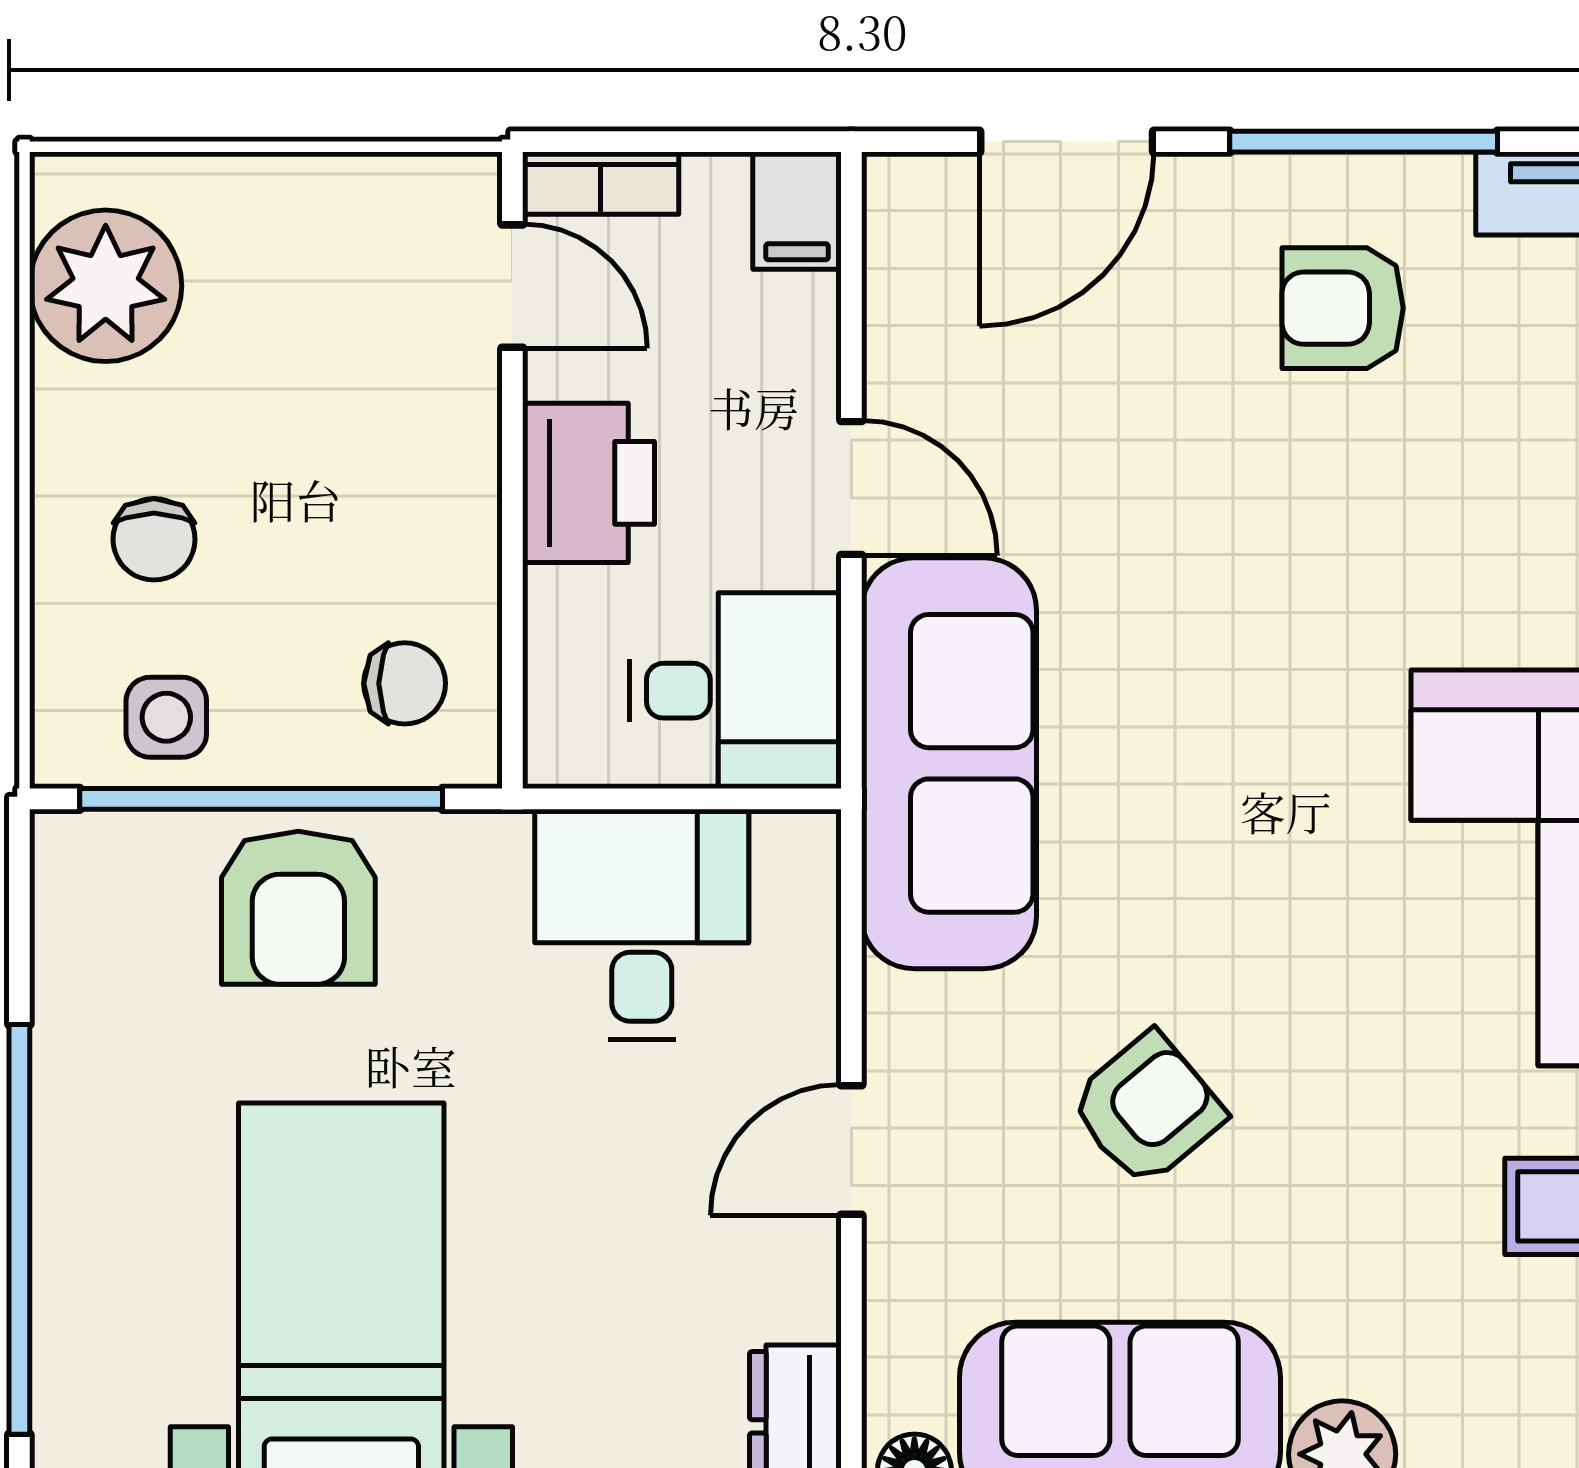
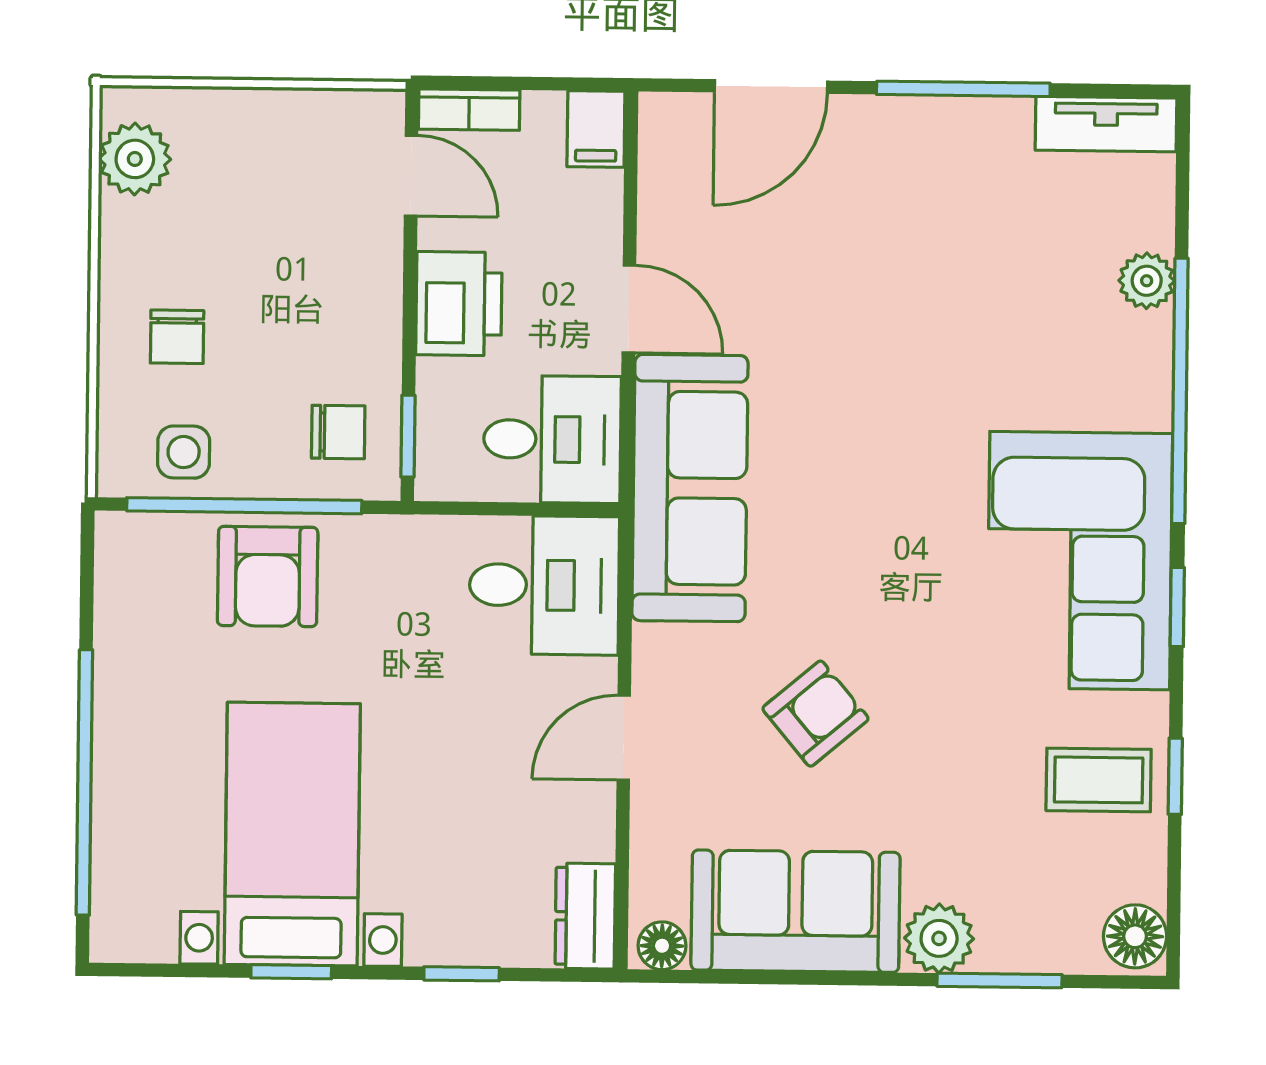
plant: (106, 286) -> (135, 159), width x0.73, depth x0.73
armchair: (1343, 308) -> (948, 196), removed
window: (512, 688) -> (408, 436), added
desk: (642, 924) -> (544, 585), moved, turned 90

